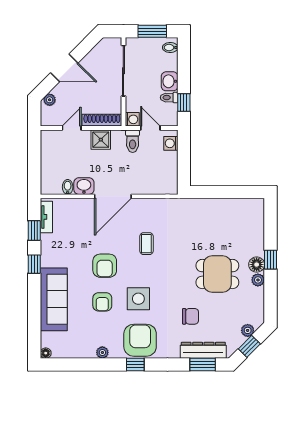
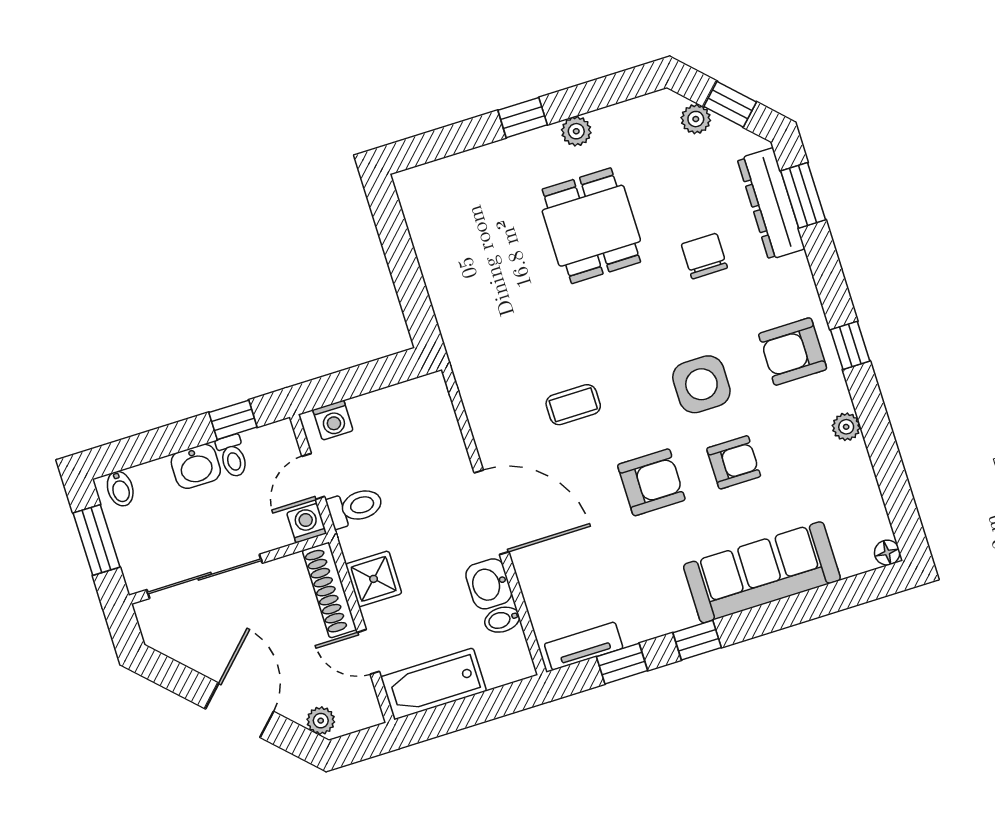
bathtub: (50, 151) -> (434, 684), added
floor lamp: (257, 265) -> (543, 145), removed
armchair: (140, 340) -> (793, 352), width x0.73, depth x0.73

